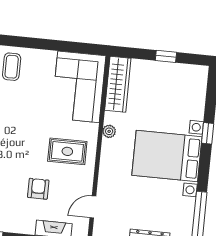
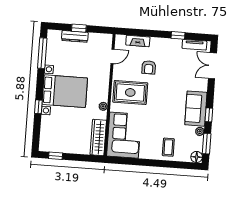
window: (166, 56) -> (56, 156), moved
rug: (67, 151) -> (130, 92), width x1.36, depth x1.43

